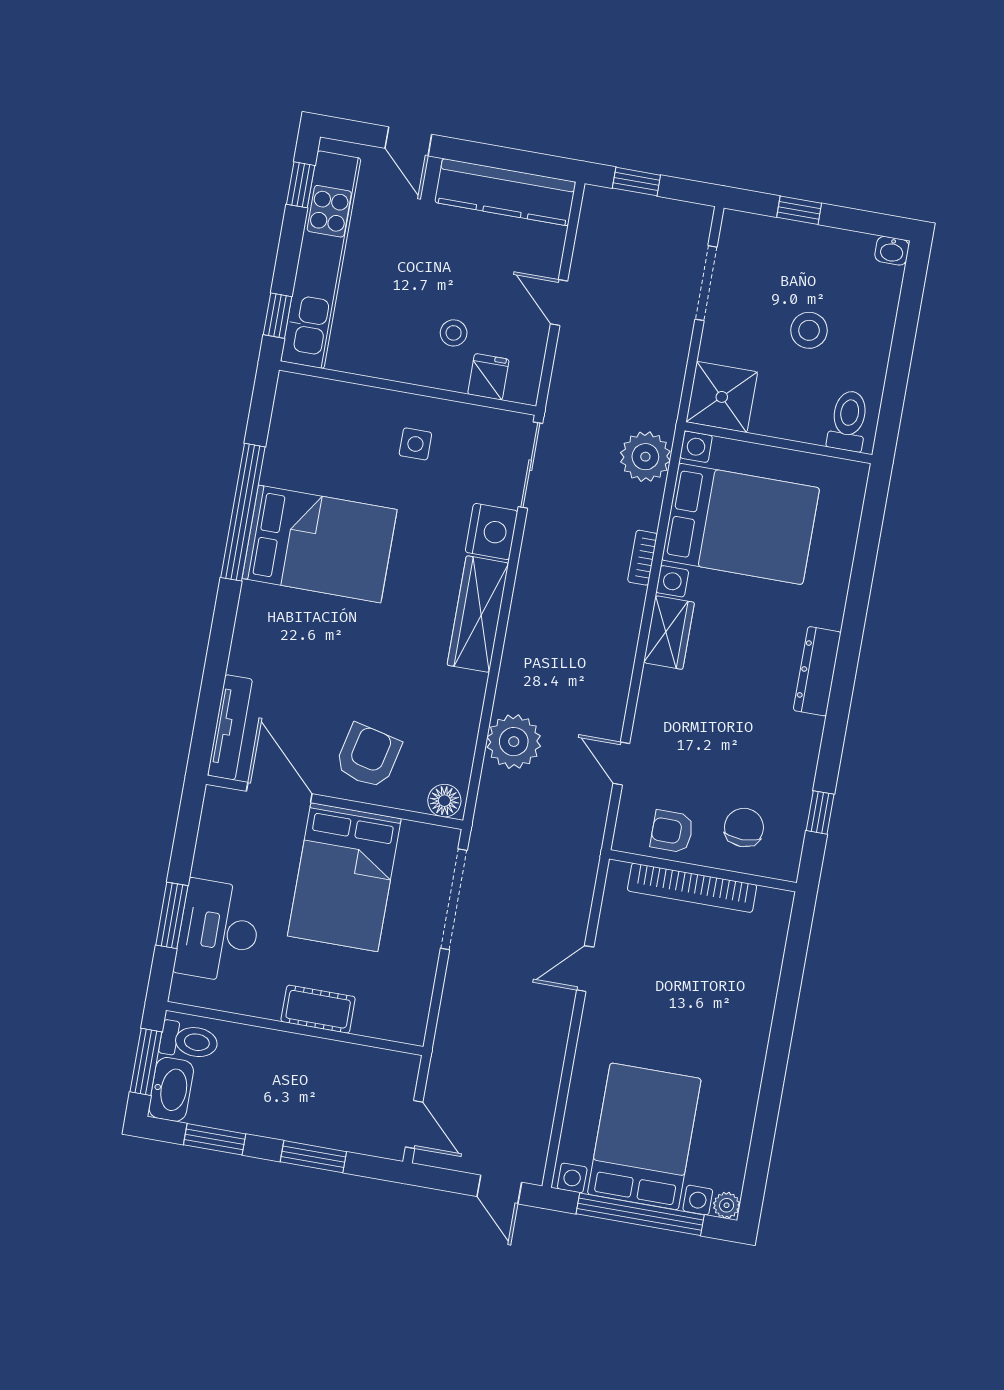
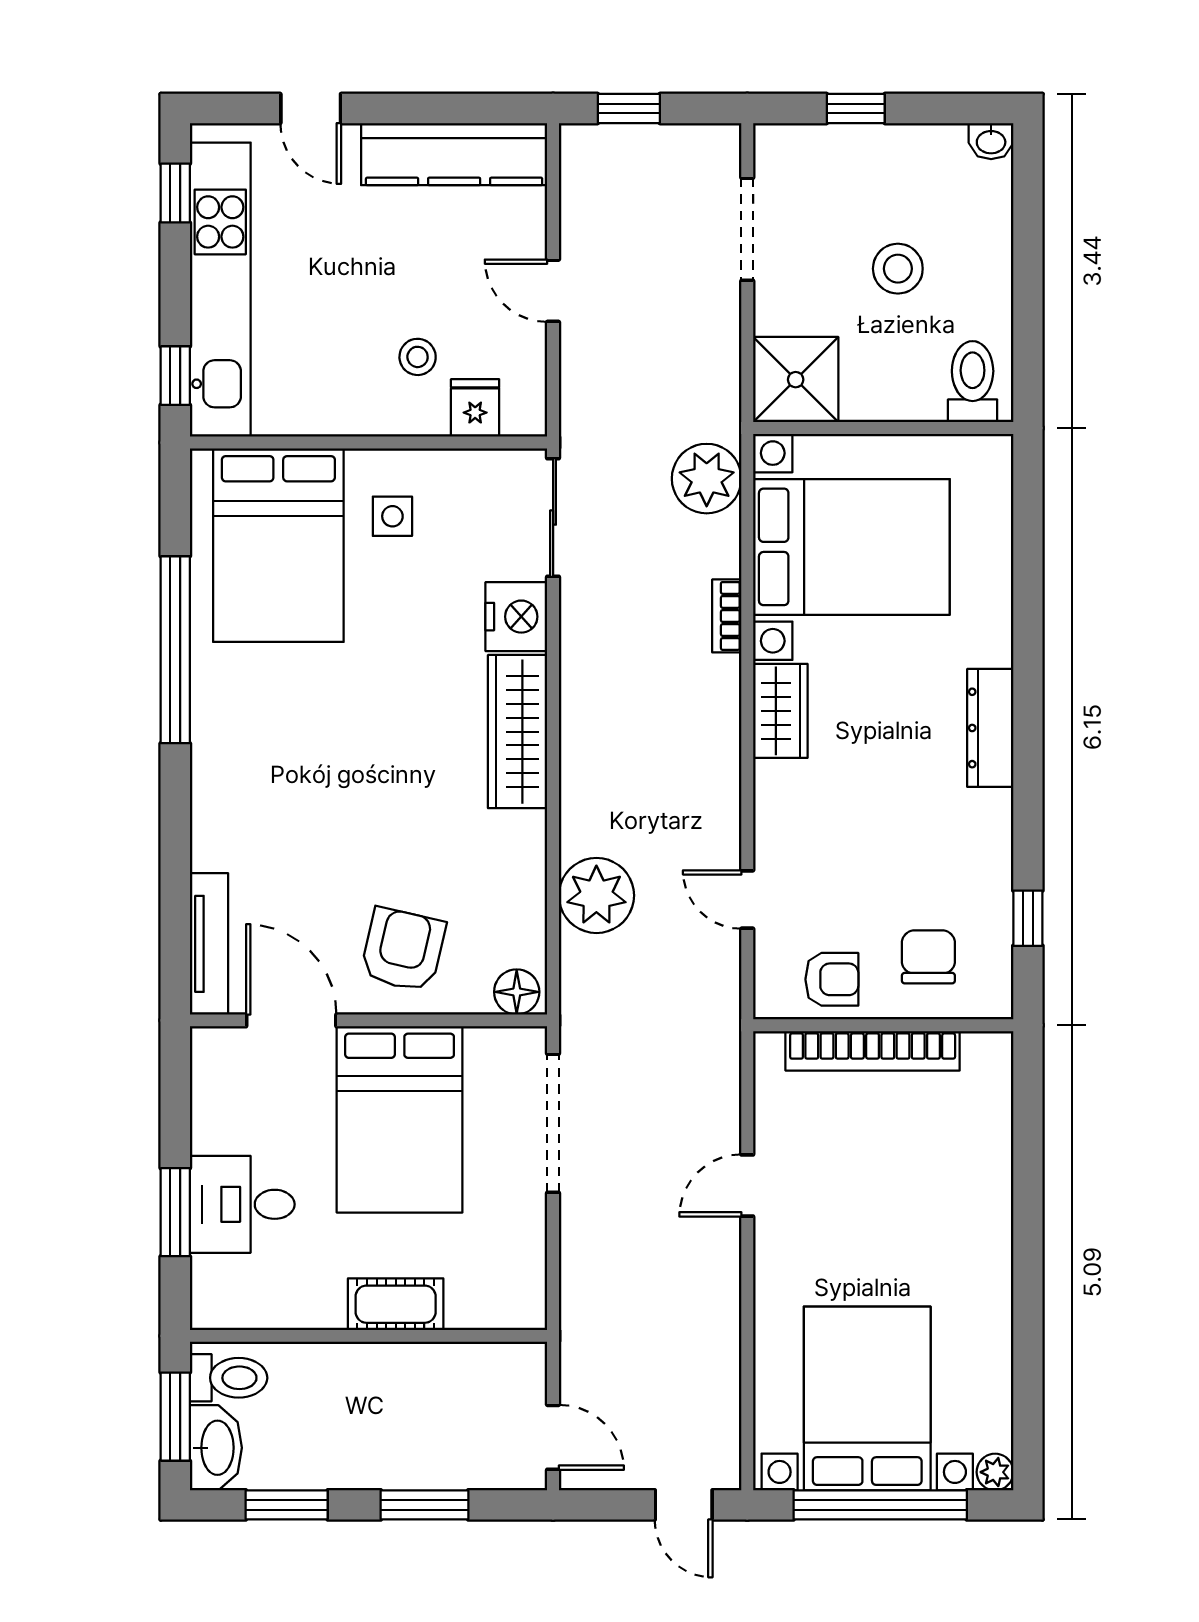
bed: (320, 544) -> (278, 545), moved, turned 90
armchair: (672, 831) -> (832, 979), turned 180
desk: (218, 931) -> (242, 1204), width x0.73

